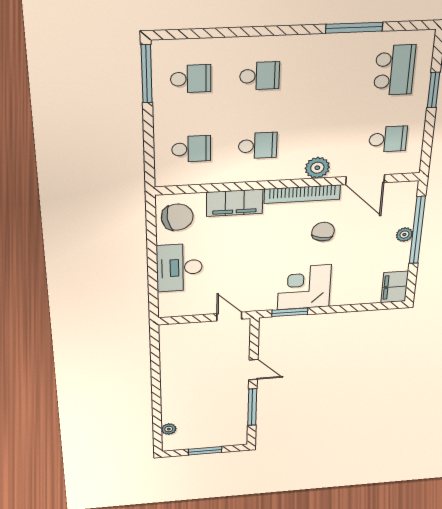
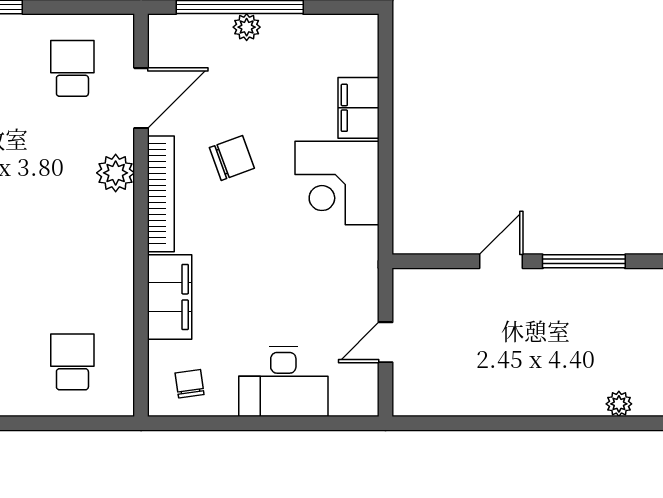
school desk: (258, 146) -> (72, 264), removed
chair: (177, 217) -> (190, 384), width x0.54, depth x0.54
chair: (323, 232) -> (232, 158), turned 151
filing cabinet: (395, 287) -> (359, 108), moved, turned 90
window: (290, 312) -> (386, 204), removed
door: (229, 316) -> (386, 342), moved

